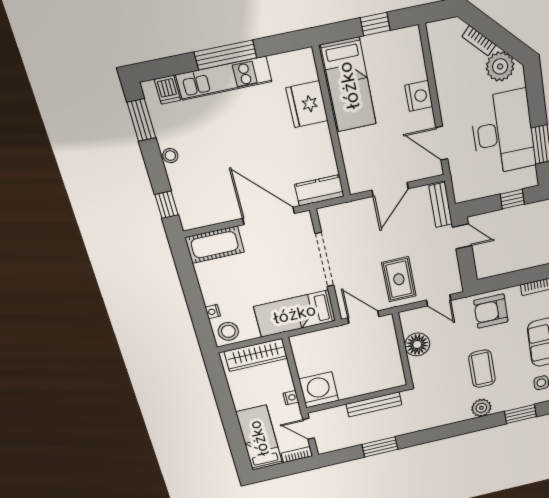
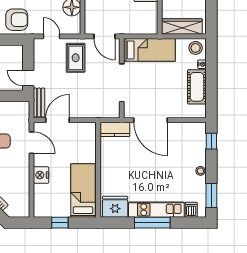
fridge: (307, 104) -> (115, 207), moved, turned -90
door: (390, 189) -> (57, 120), moved
cot: (215, 245) -> (197, 87), moved, turned 90

